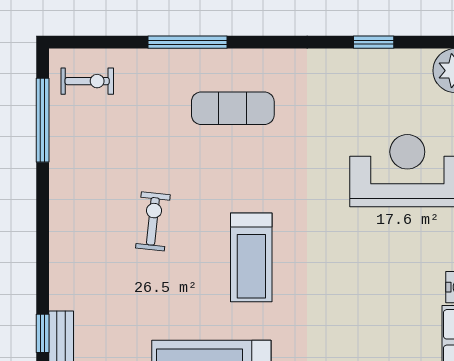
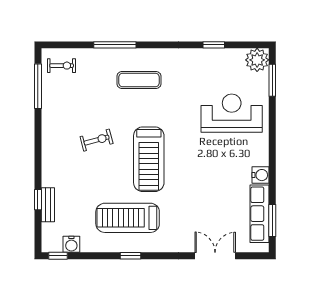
exercise bike: (153, 221) -> (97, 140), turned 69
treadmill: (251, 257) -> (149, 159), width x1.37, depth x1.38

